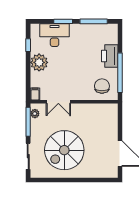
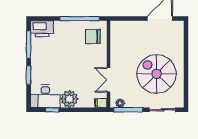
desk: (55, 35) -> (45, 96), moved, turned -90
printer: (110, 56) -> (42, 29), moved
double door: (58, 102) -> (108, 80), swing flipped
spiral stairs: (64, 150) -> (156, 74), turned 180

